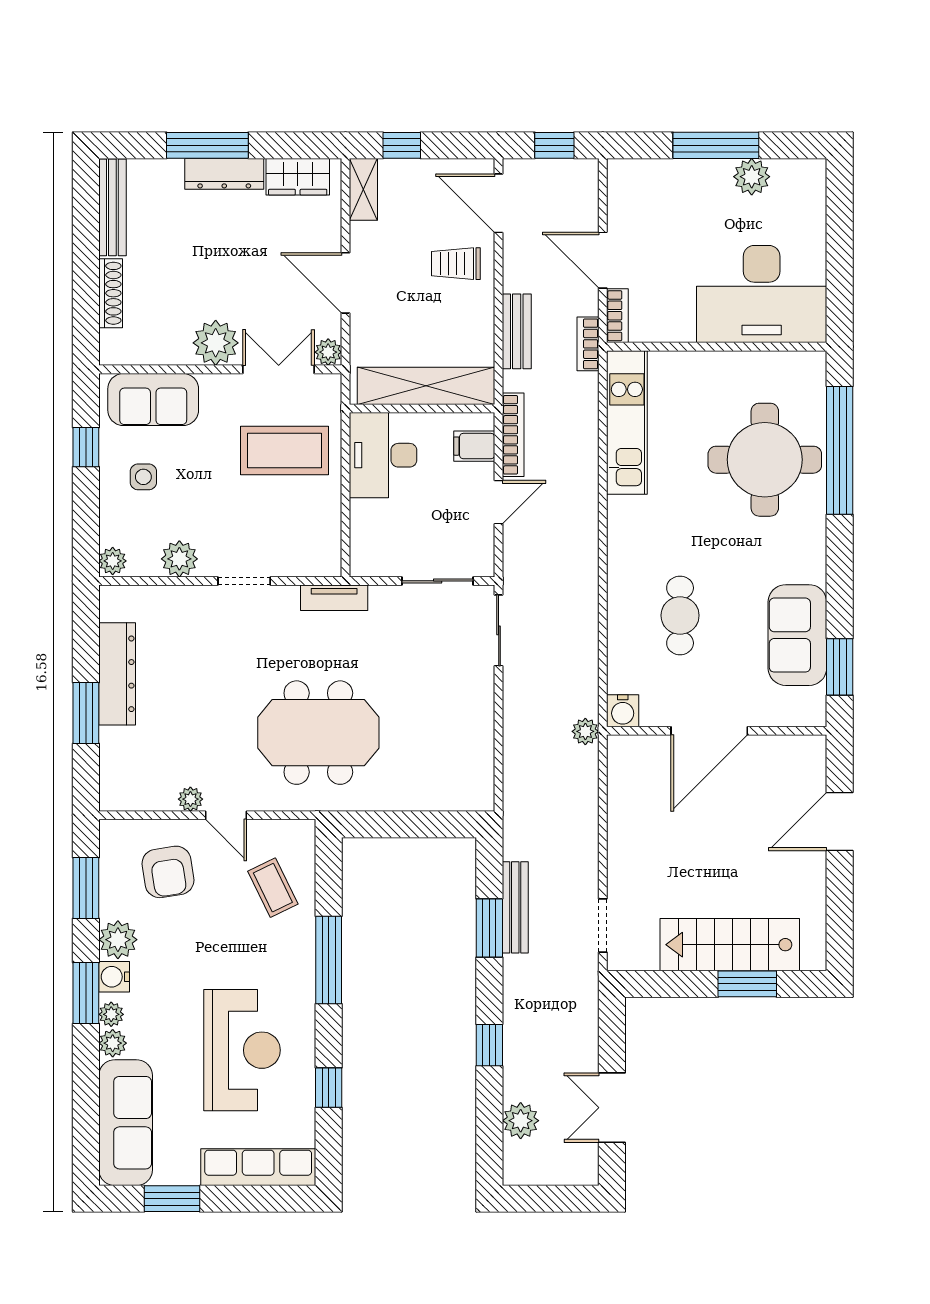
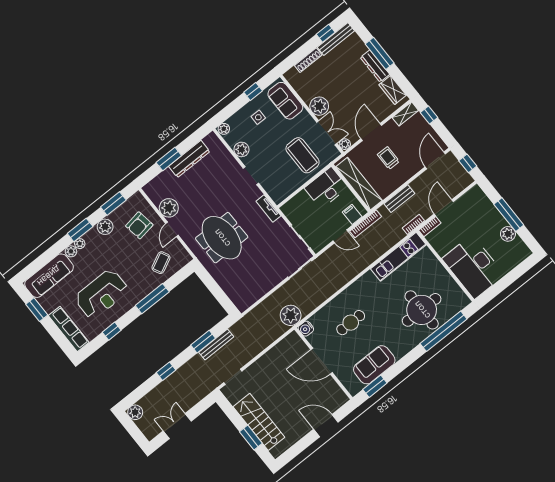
window: (86, 218) -> (326, 33), added
trolley: (456, 264) -> (388, 158), moved
plant: (585, 731) -> (291, 315), width x1.88, depth x1.88
plant: (190, 799) -> (169, 208), width x1.87, depth x1.87
water cooler: (114, 977) -> (92, 235), removed
plant: (521, 1121) -> (135, 412), moved

